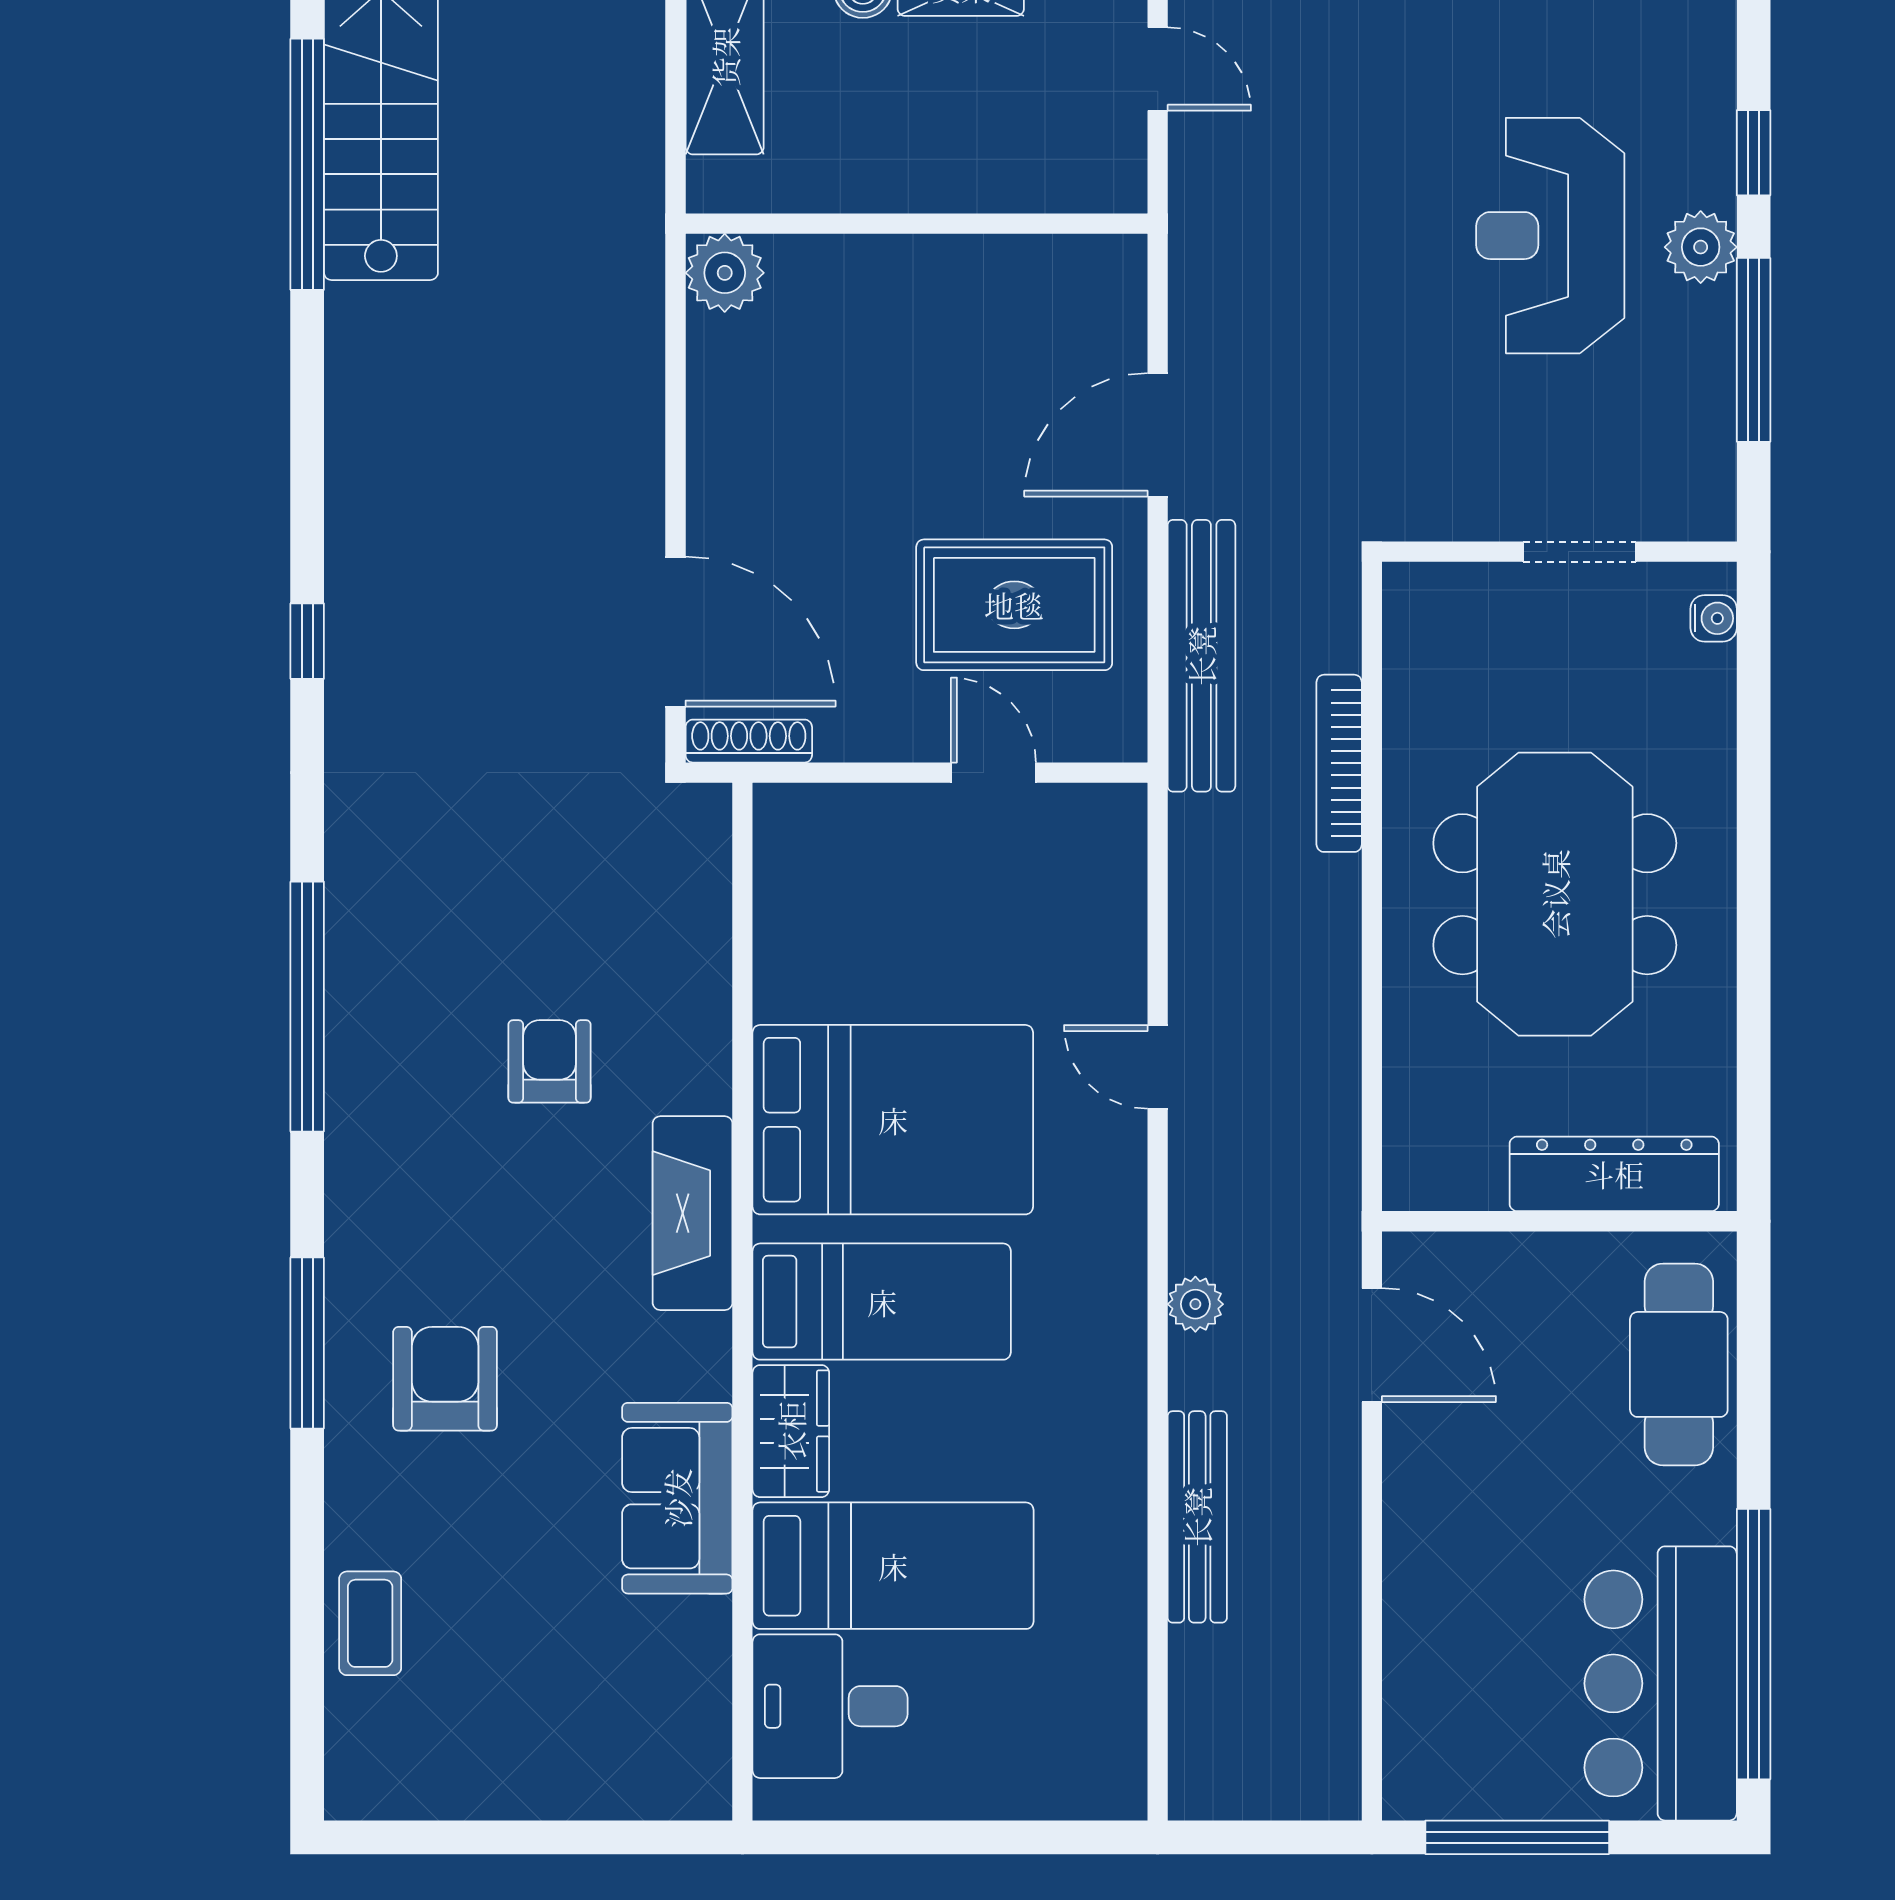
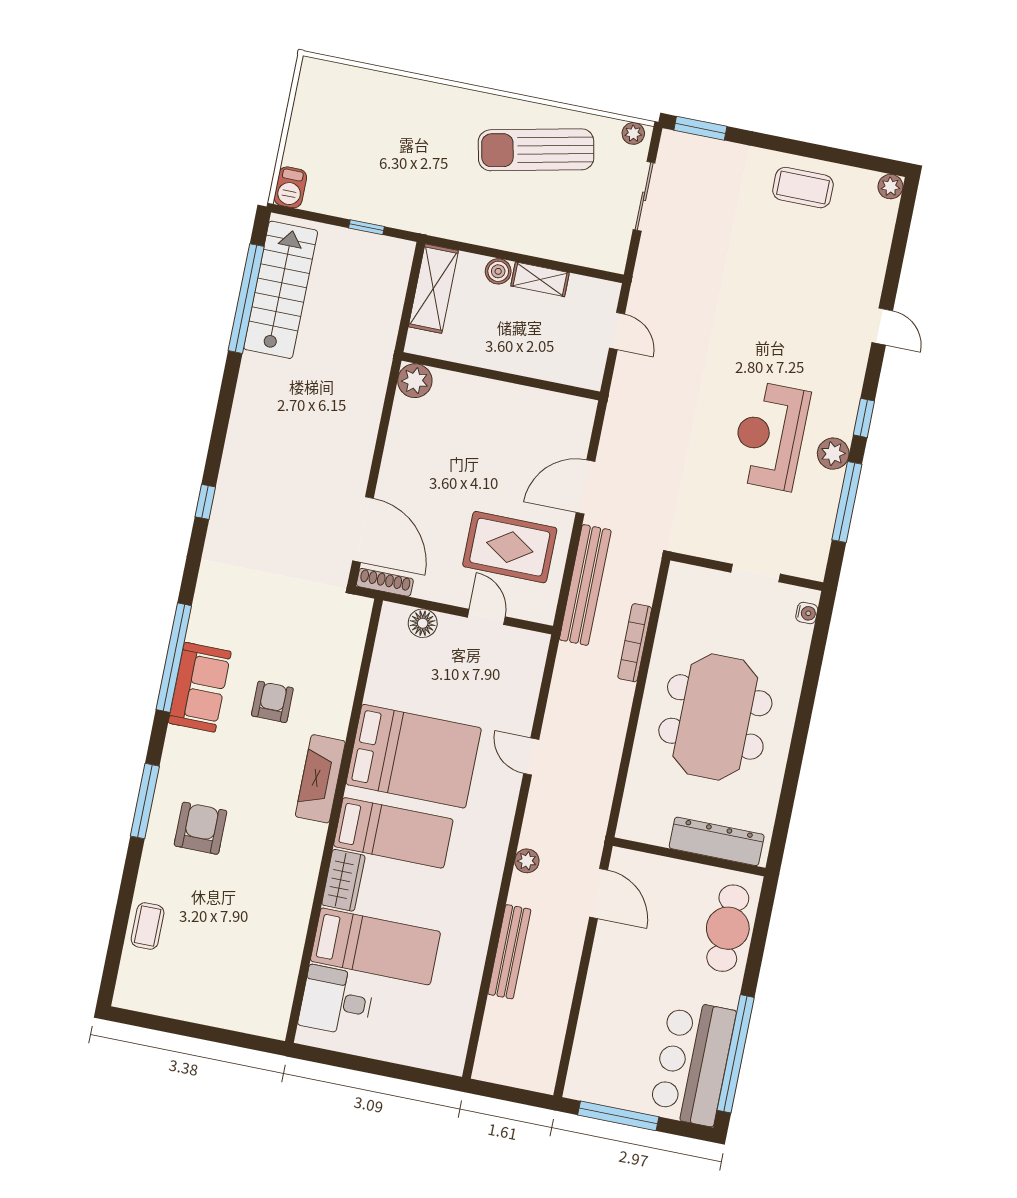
floor lamp: (853, 816) -> (423, 623), added
sofa: (677, 1498) -> (200, 687), moved, turned 180

